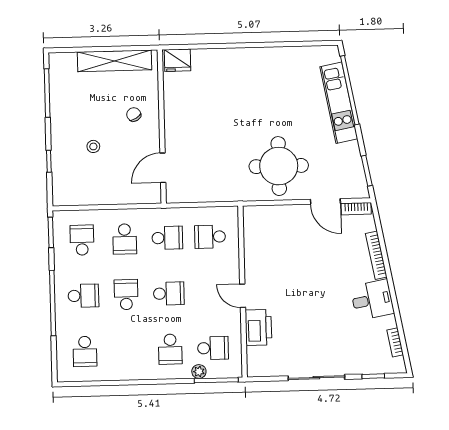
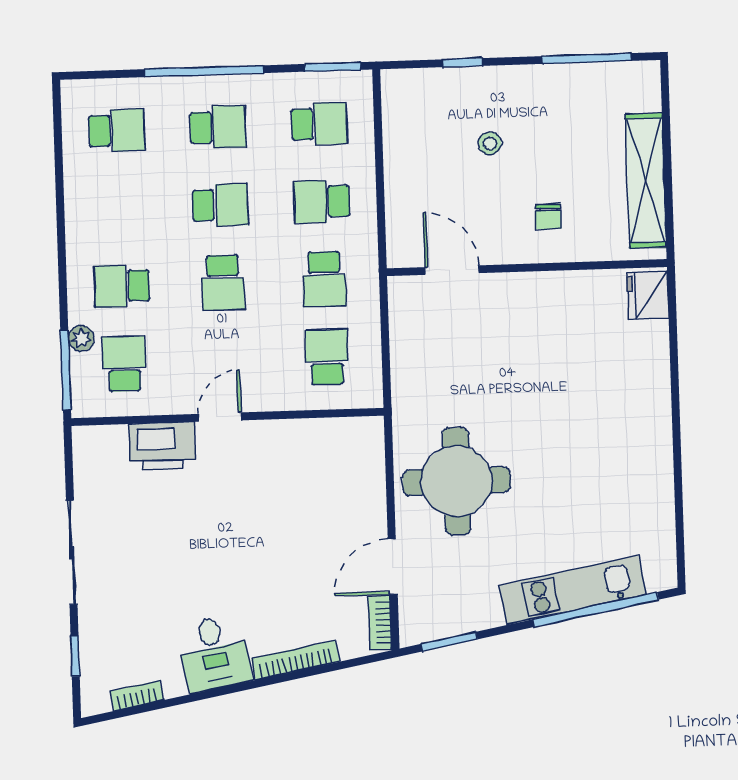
chair: (134, 115) -> (548, 217), turned 120
school desk: (83, 296) -> (218, 127), turned -90
school desk: (213, 348) -> (124, 364), turned 180
school desk: (85, 351) -> (117, 131), turned 180

